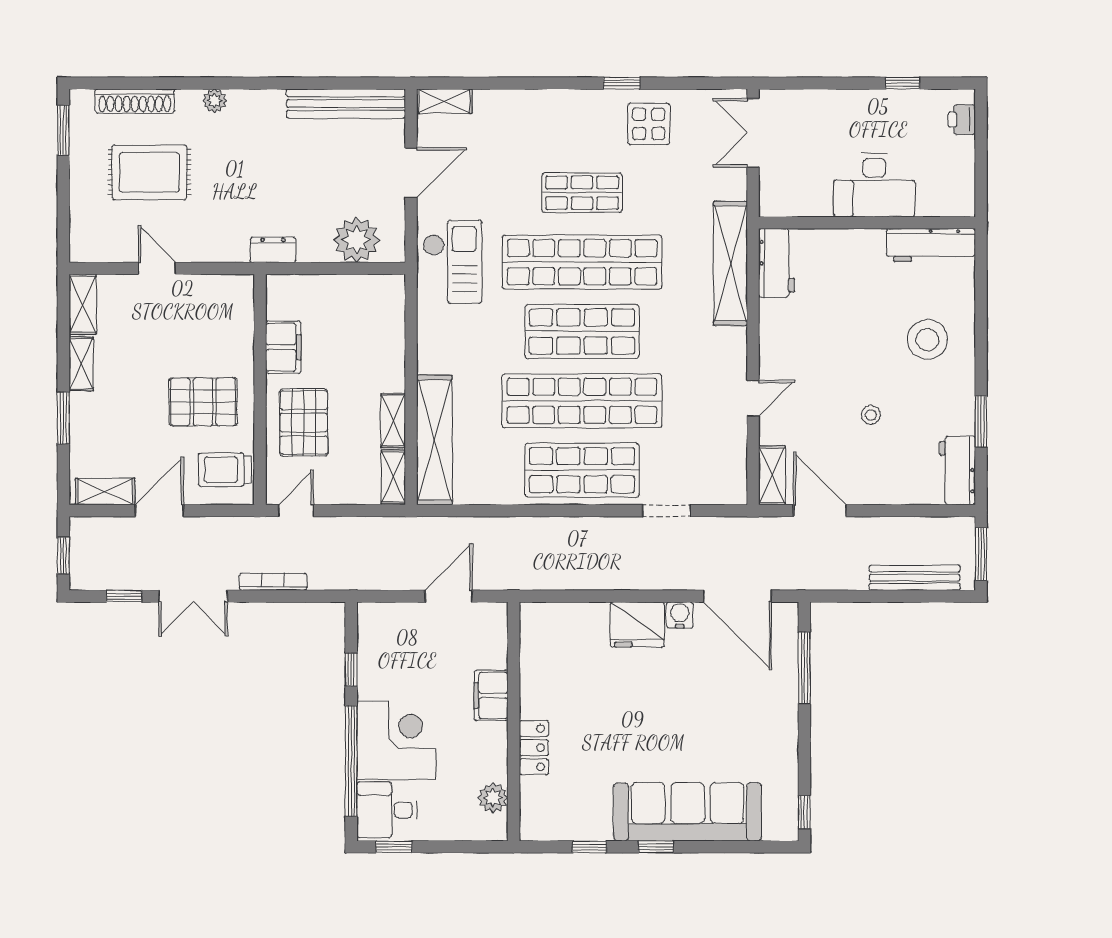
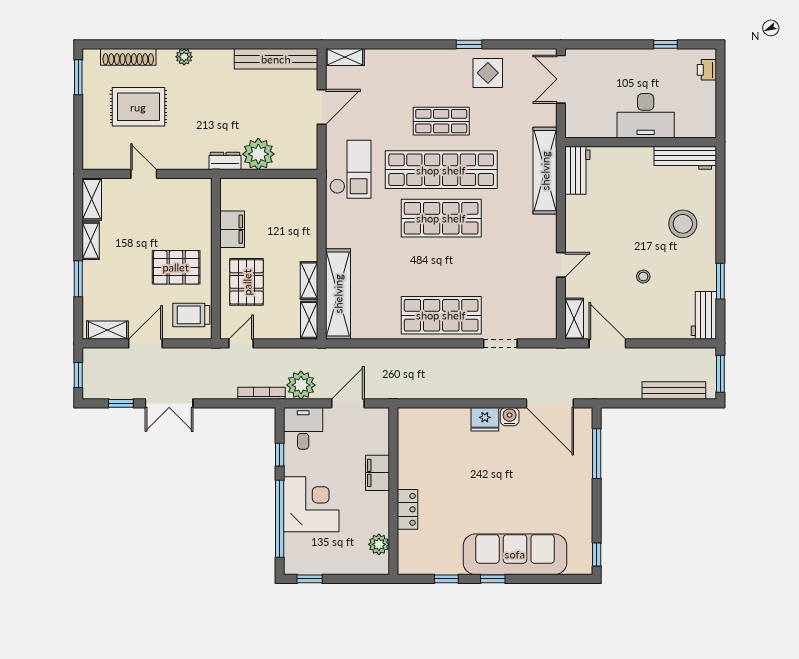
plant: (356, 240) -> (258, 154), moved
shop shelf: (582, 401) -> (441, 267), removed
plant: (382, 570) -> (301, 385), added
bookcase: (273, 582) -> (261, 393), moved
fridge: (637, 625) -> (485, 419), width x0.73, depth x0.75
desk: (387, 810) -> (303, 428), moved, turned 90

